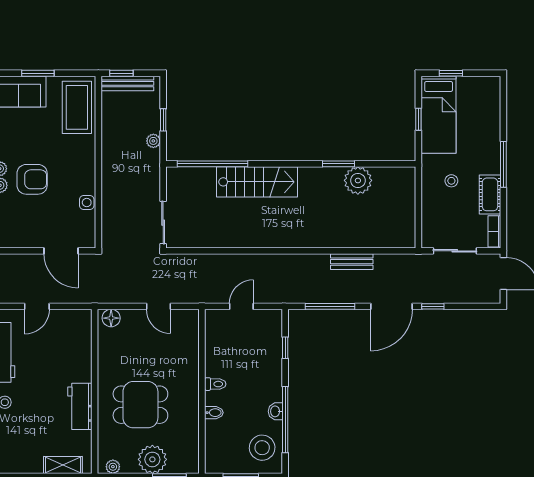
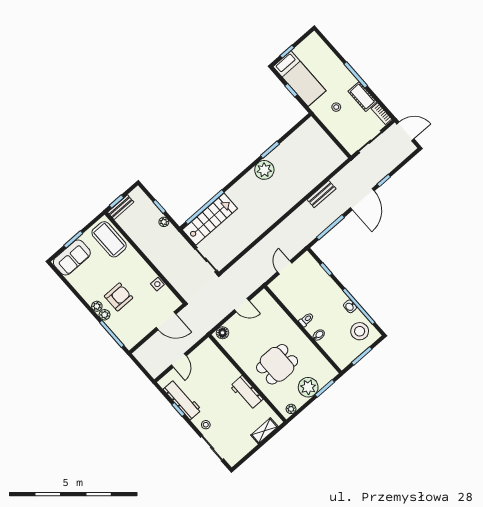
bench: (127, 83) -> (121, 207), width x0.73
plant: (358, 180) -> (264, 170), moved
stairs: (257, 182) -> (210, 219), moved

